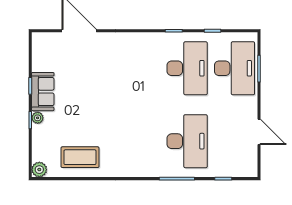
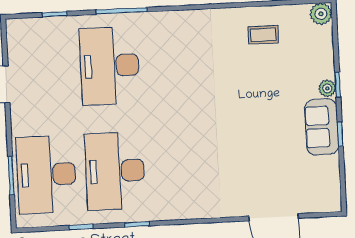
coffee table: (80, 157) -> (263, 35), width x0.54, depth x0.58

